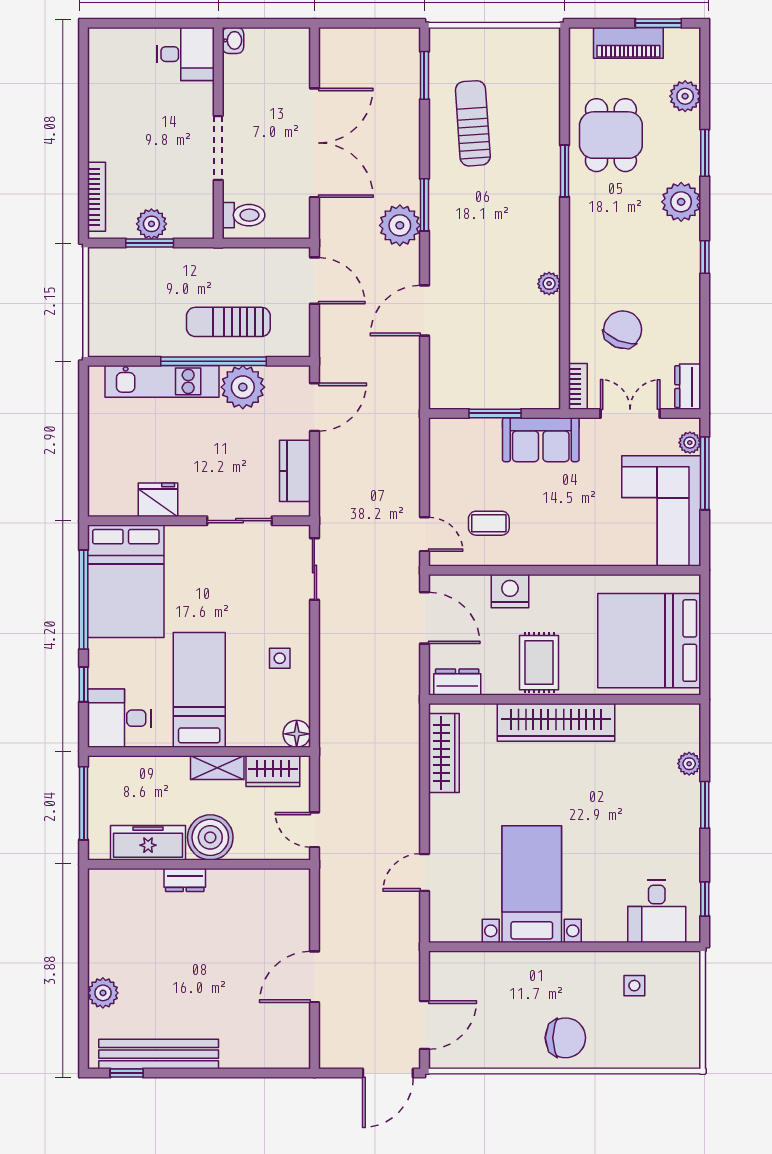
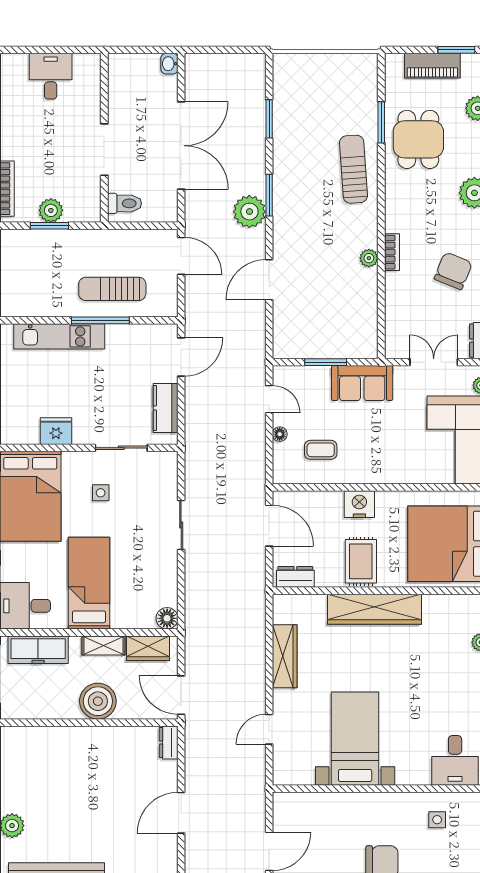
washbasin: (233, 40) -> (169, 64), moved, turned 180
desk: (185, 54) -> (51, 76), moved, turned -90
window: (424, 75) -> (269, 119), moved
sun lounger: (473, 123) -> (353, 169), moved
window: (565, 171) -> (381, 122), moved
chair: (623, 330) -> (453, 271), moved
window: (213, 361) -> (100, 320), width x0.68
bookcase: (578, 386) -> (392, 252), moved
plant: (243, 387) -> (124, 341), removed
floor lamp: (438, 504) -> (280, 434), added
door: (424, 534) -> (269, 399), moved
sliding door: (314, 569) -> (181, 525), moved
nightstand: (510, 591) -> (359, 504), moved
side table: (280, 658) -> (101, 493), moved
wardrobe: (444, 753) -> (285, 656), moved
door: (314, 830) -> (181, 695), width x1.38
freezer: (148, 843) -> (38, 650), moved, turned 180
dresser: (185, 880) -> (169, 743), moved, turned 90

